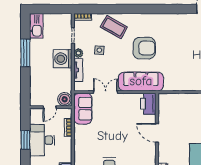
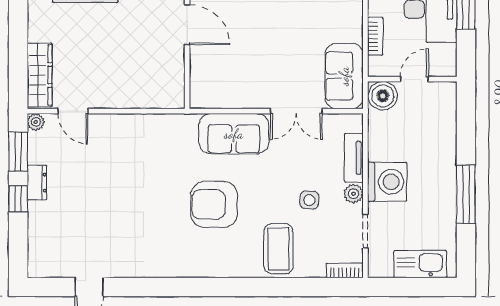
kitchen sink: (36, 26) -> (420, 264), moved, turned 90
coffee table: (114, 27) -> (279, 249), turned 60
sofa: (141, 81) -> (234, 134), width x0.73
printer: (148, 104) -> (206, 86), removed

